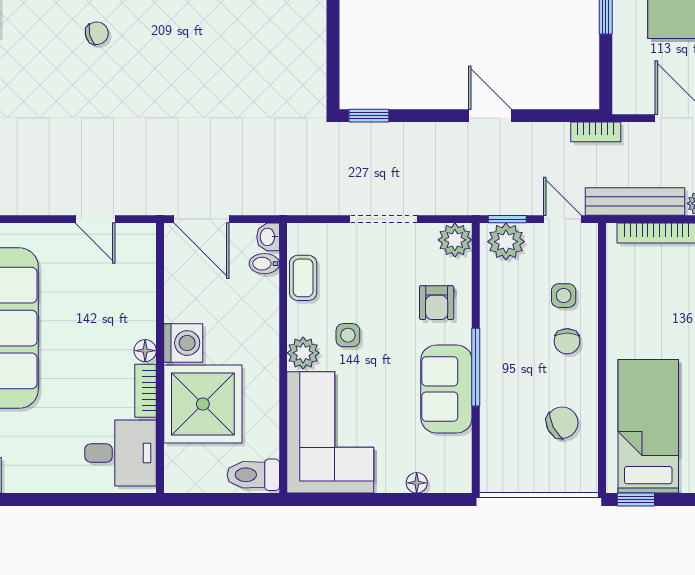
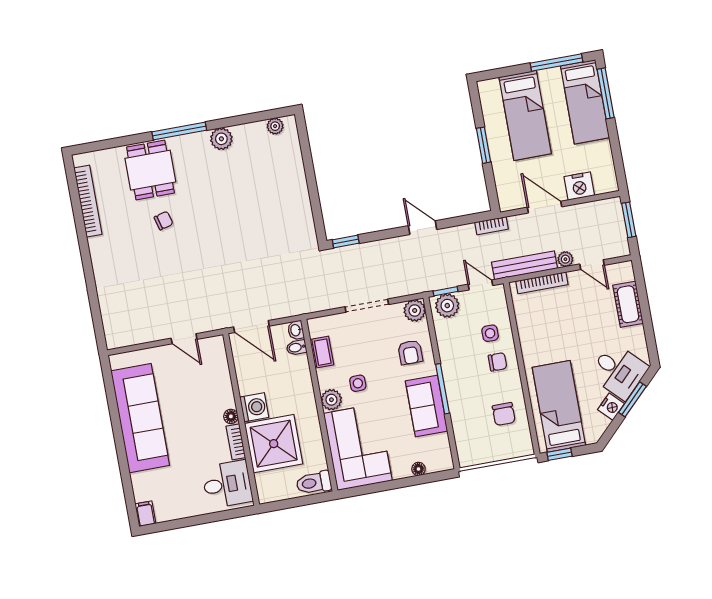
chair: (567, 341) -> (497, 362), turned -90
chair: (562, 423) -> (504, 414), turned 117

